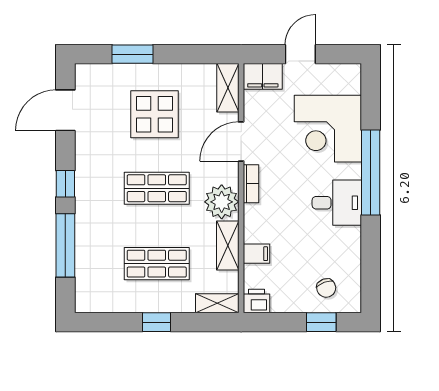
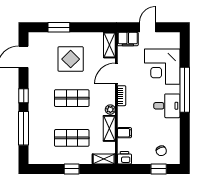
plant: (222, 202) -> (110, 110), width x0.53, depth x0.53

